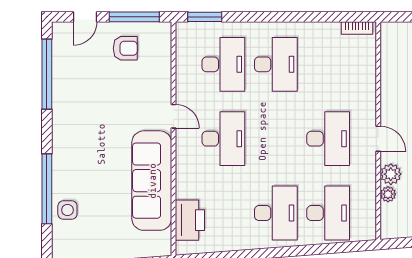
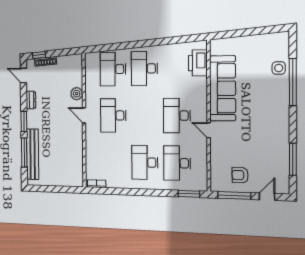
window: (47, 74) -> (293, 159), width x0.68
plant: (388, 194) -> (78, 81), removed

